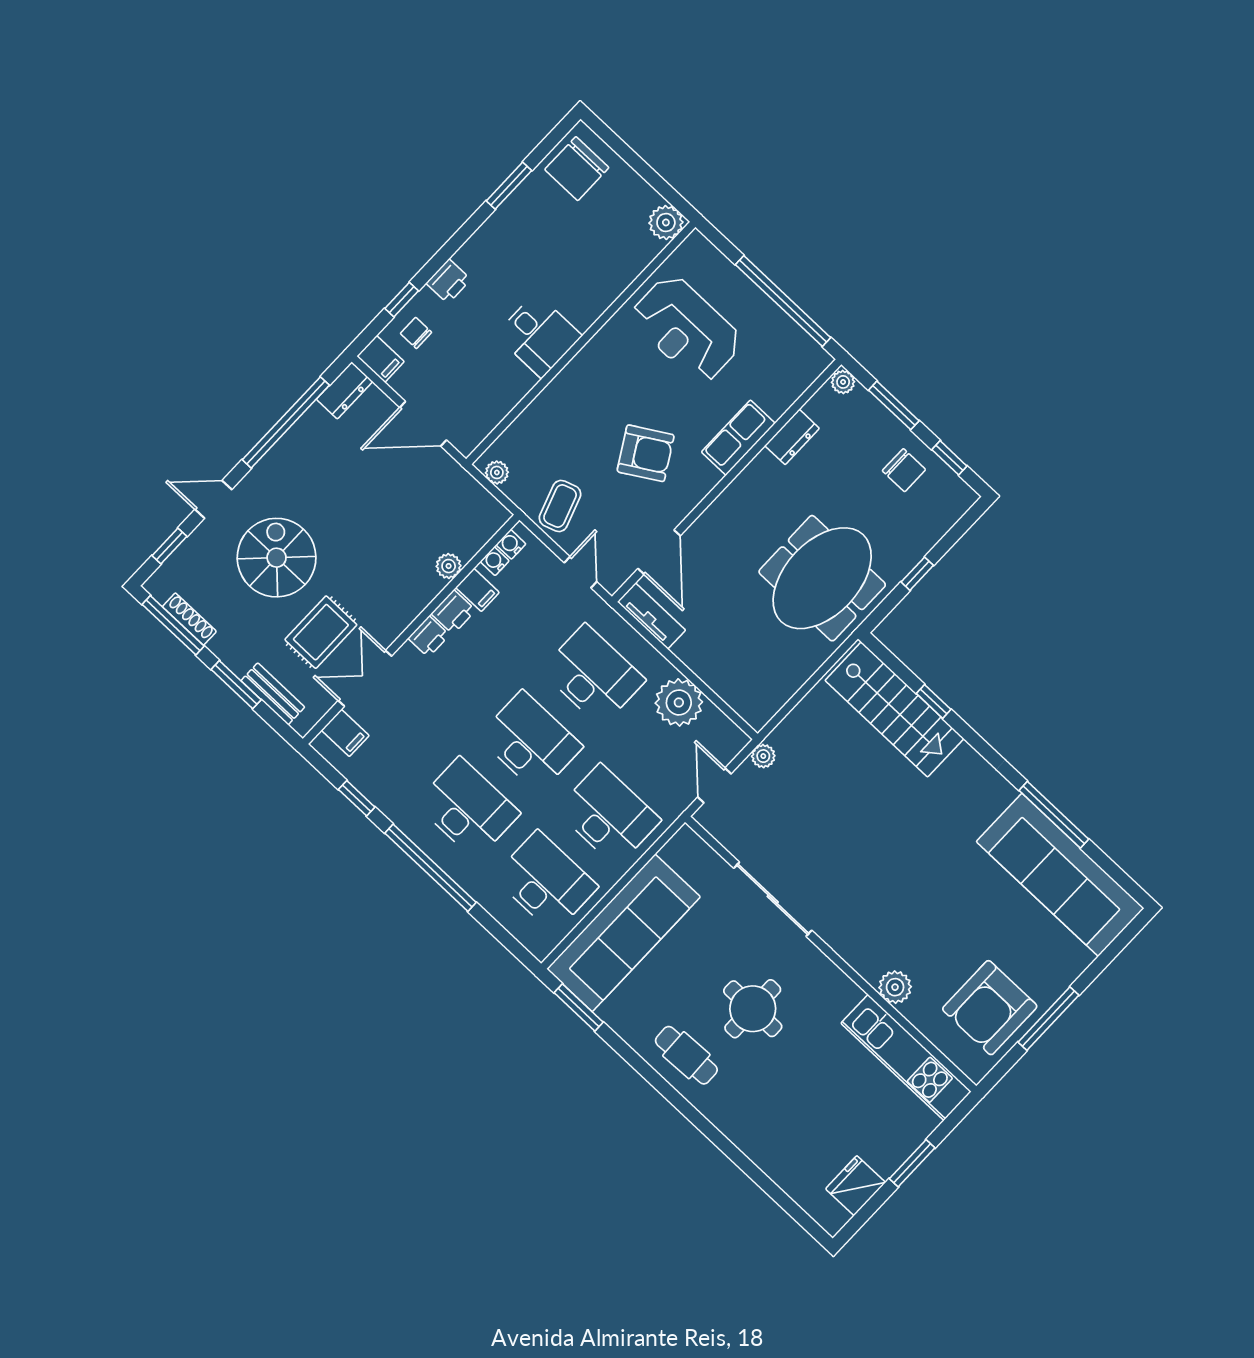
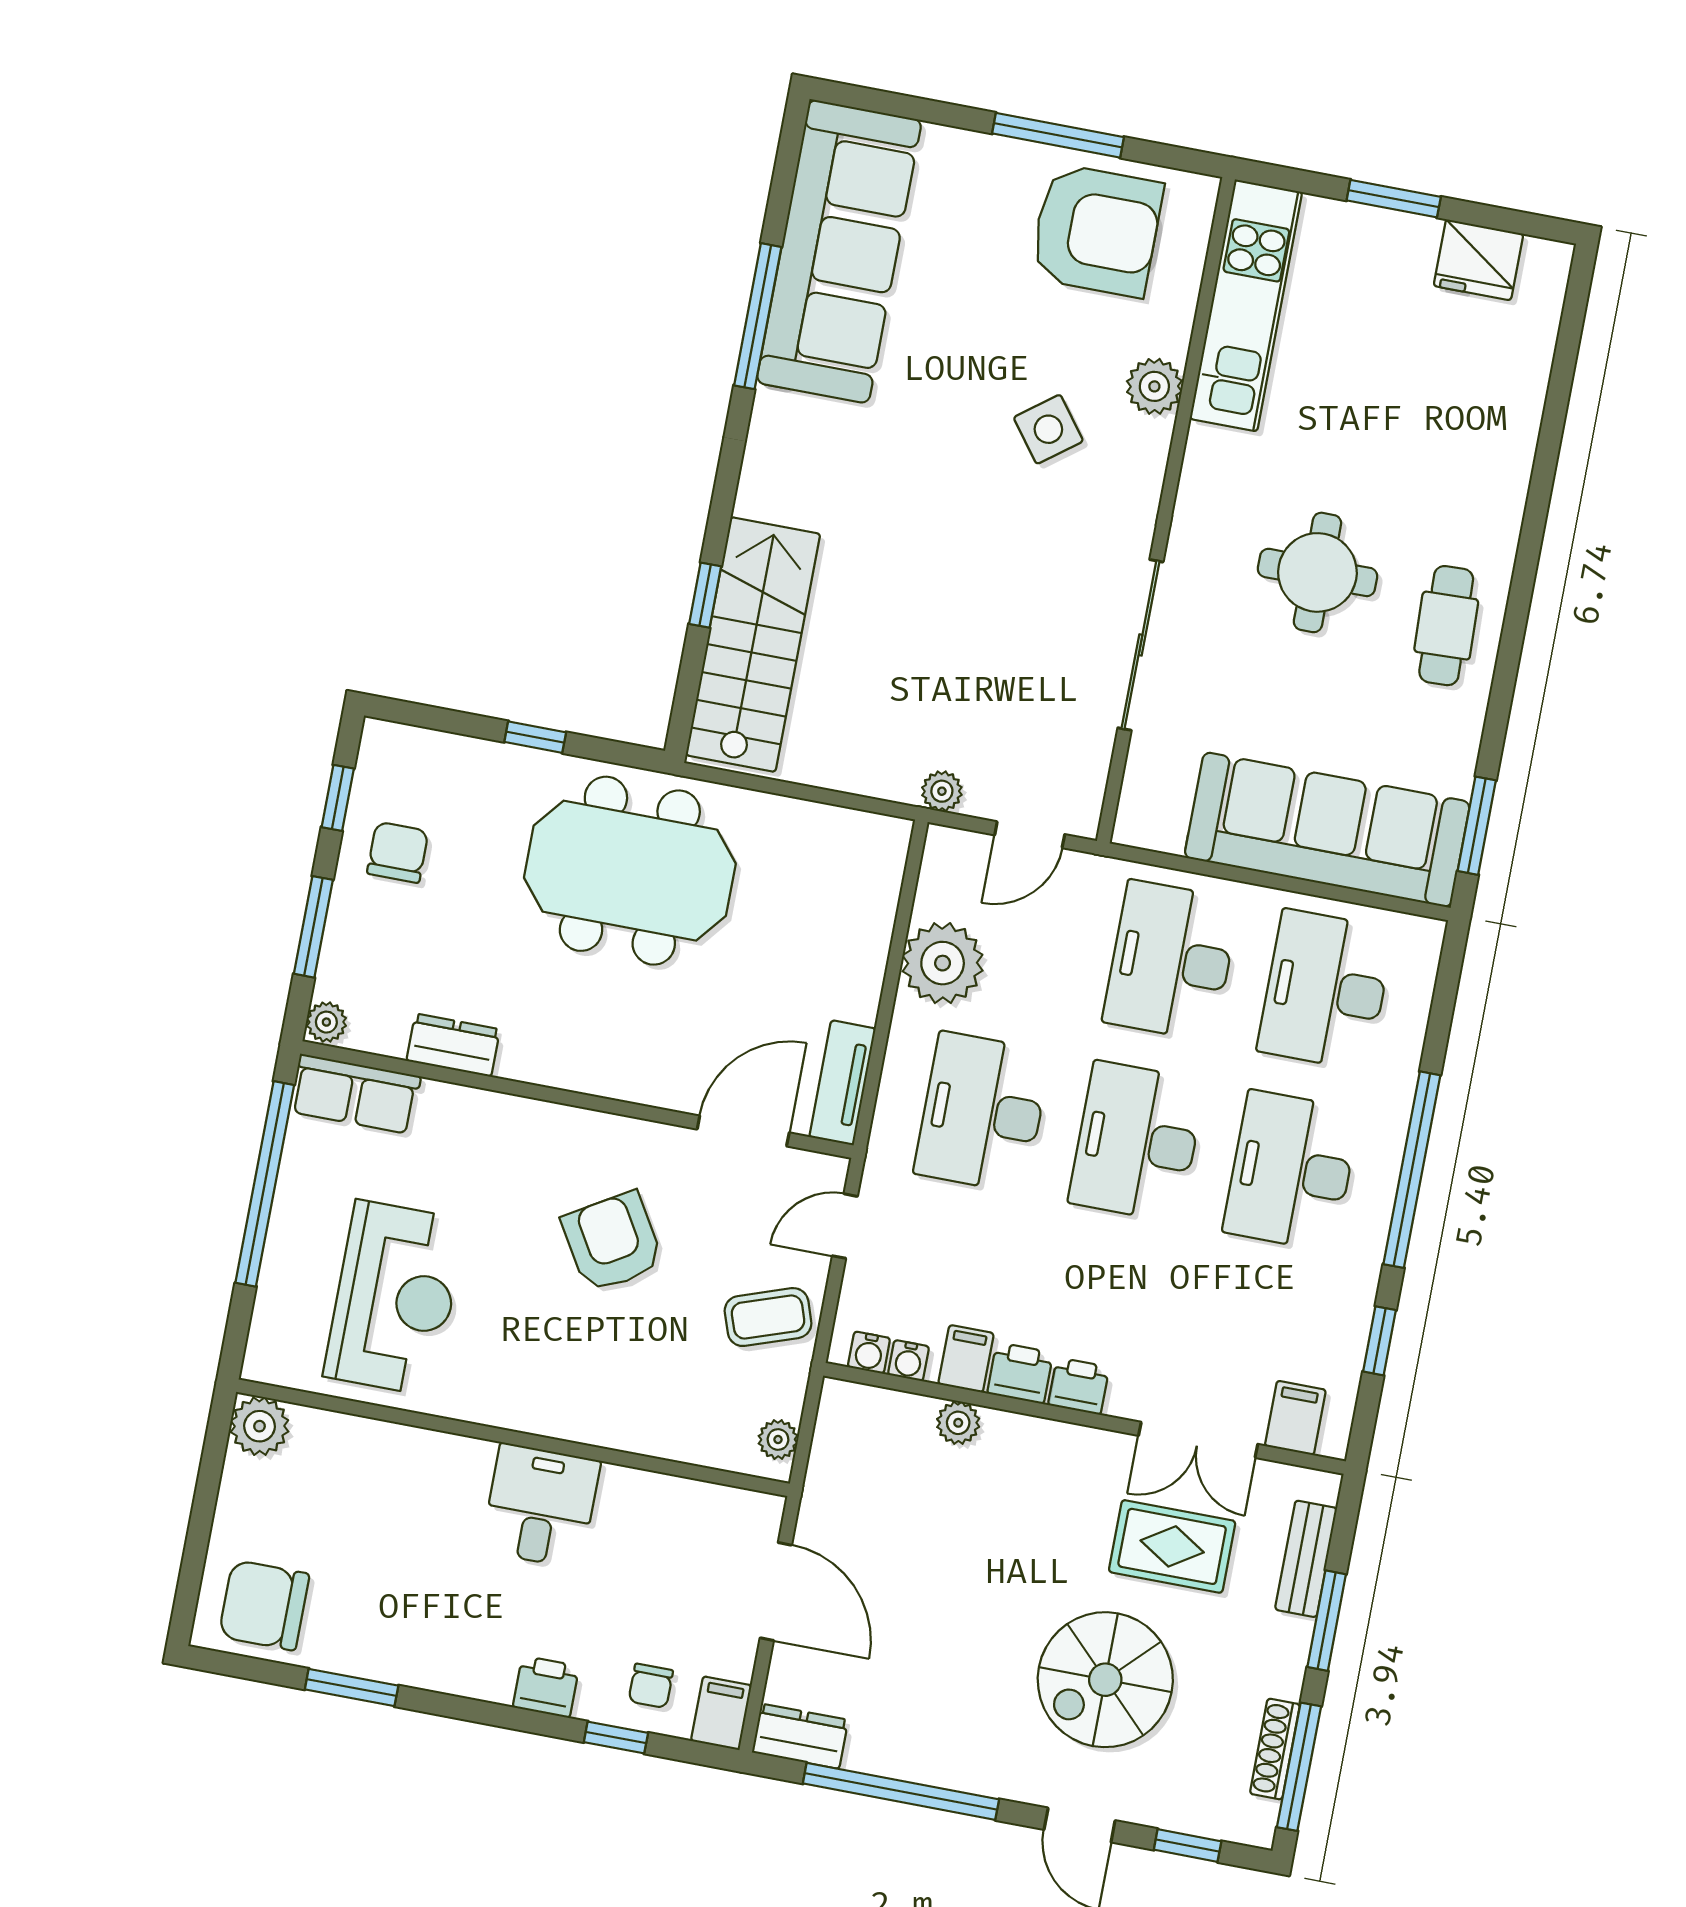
chair: (577, 169) -> (264, 1605), turned 180
row of seats: (738, 438) -> (355, 1094), moved
side table: (907, 922) -> (1048, 429), added

